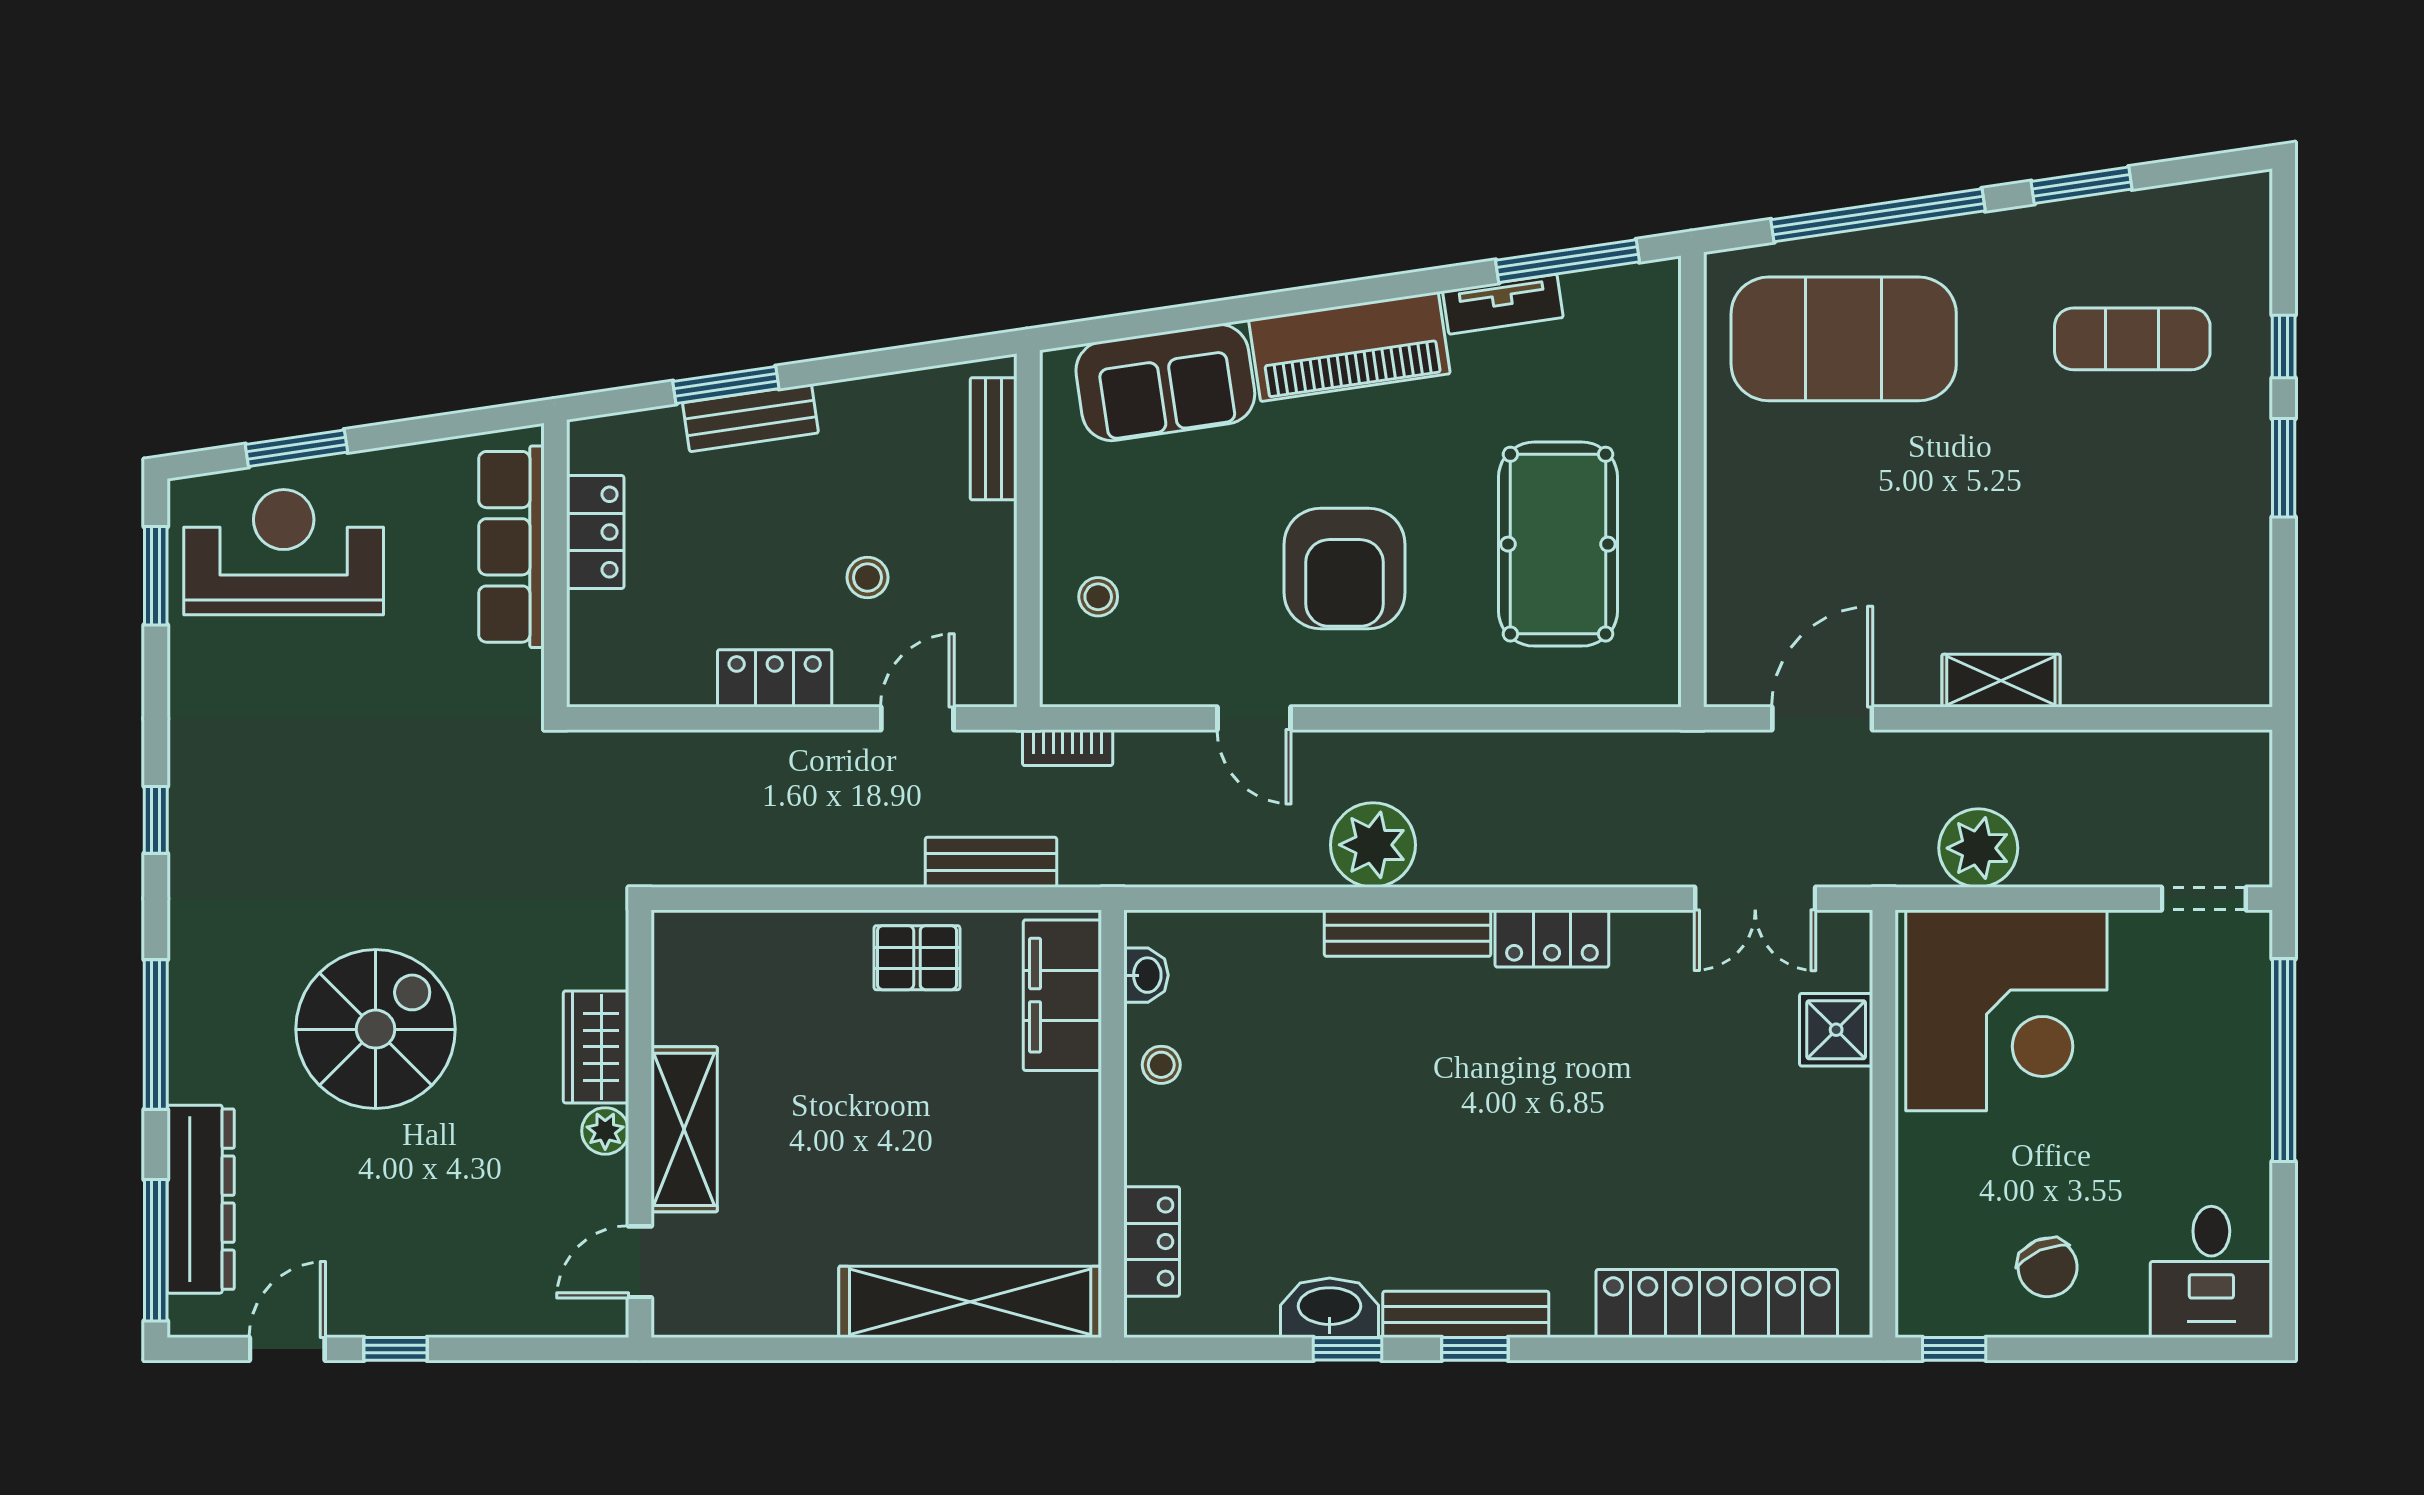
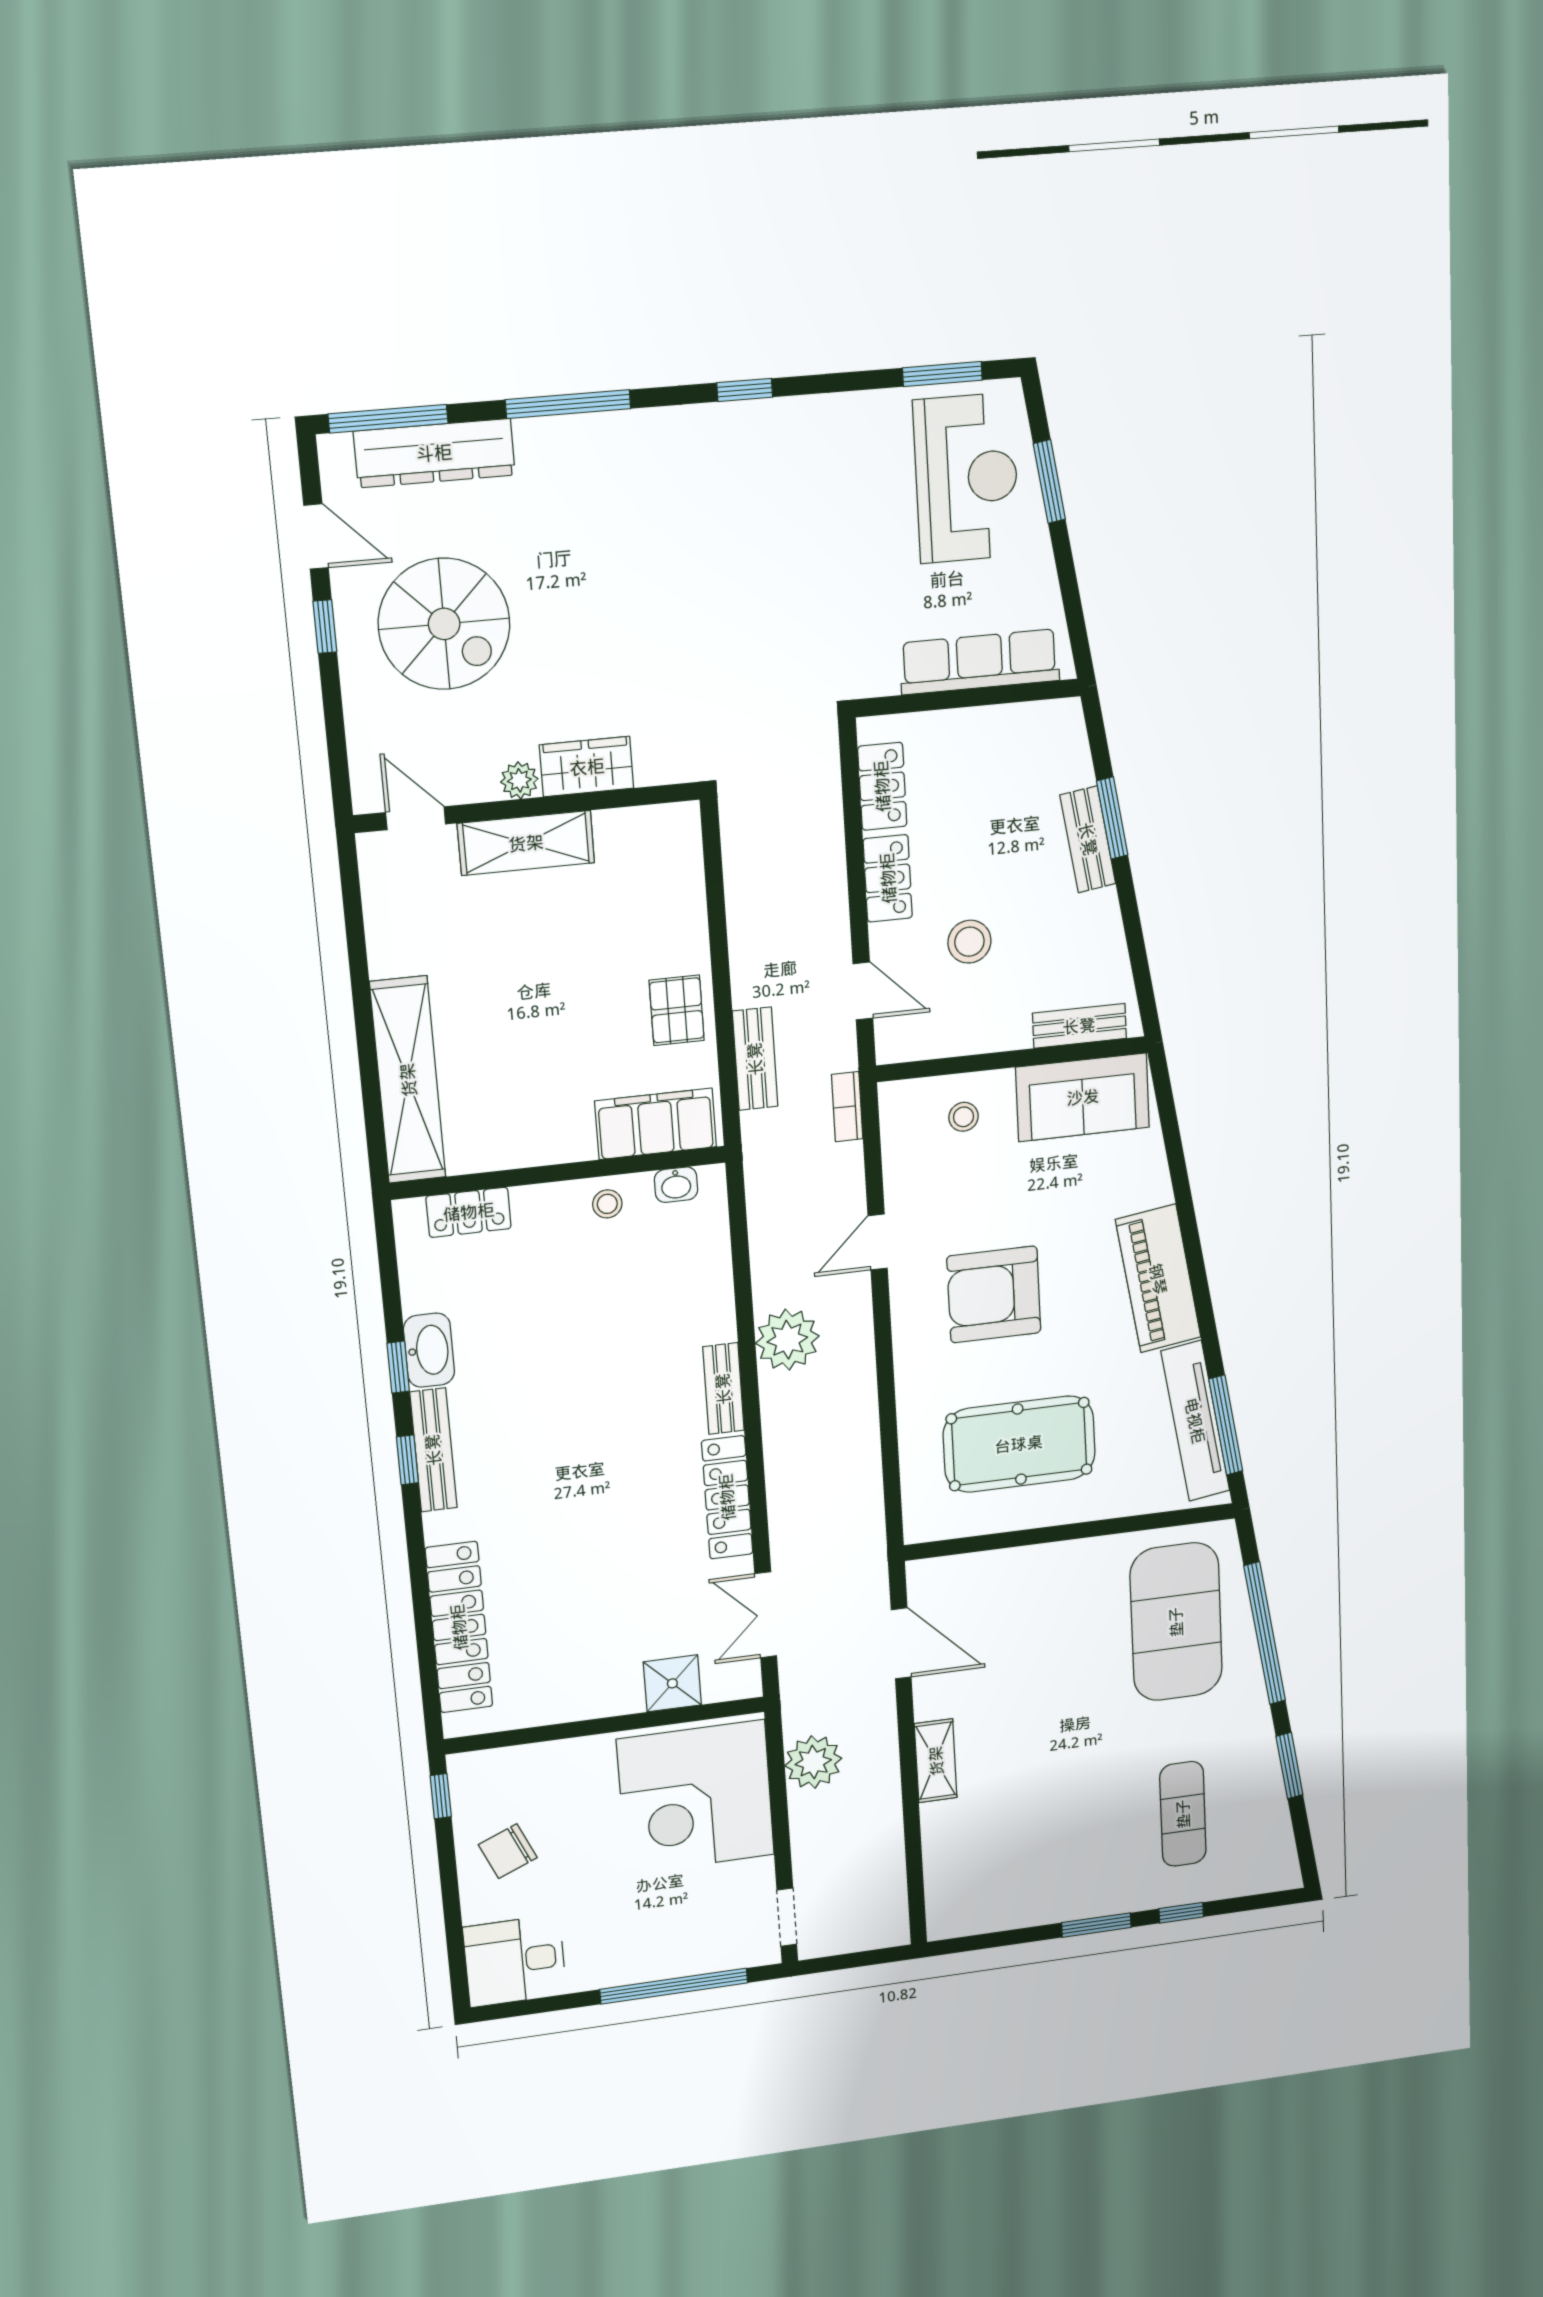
tv unit: (1503, 304) -> (1195, 1421), width x1.92, depth x1.29
sofa: (1165, 382) -> (1083, 1097), moved, turned -82
locker: (595, 532) -> (882, 786), moved, turned -90
stool: (867, 577) -> (969, 942), width x1.37, depth x1.37
bench: (1408, 933) -> (723, 1389), width x0.73
locker: (1552, 938) -> (727, 1497), width x1.53
spiral stairs: (376, 1029) -> (444, 624), moved

